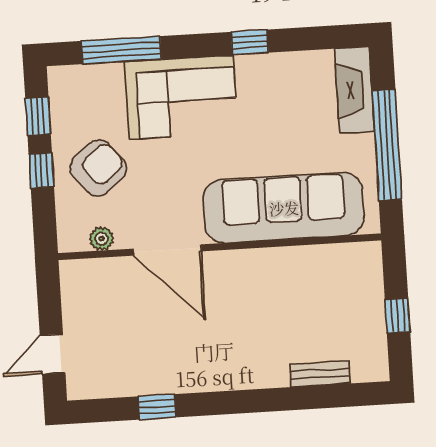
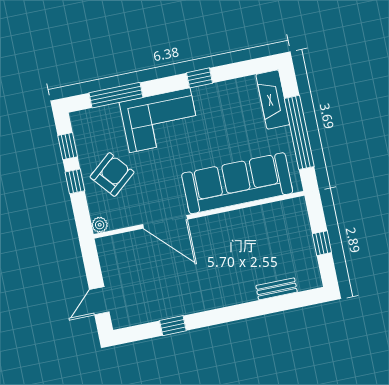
plant: (102, 239) -> (100, 225), moved

